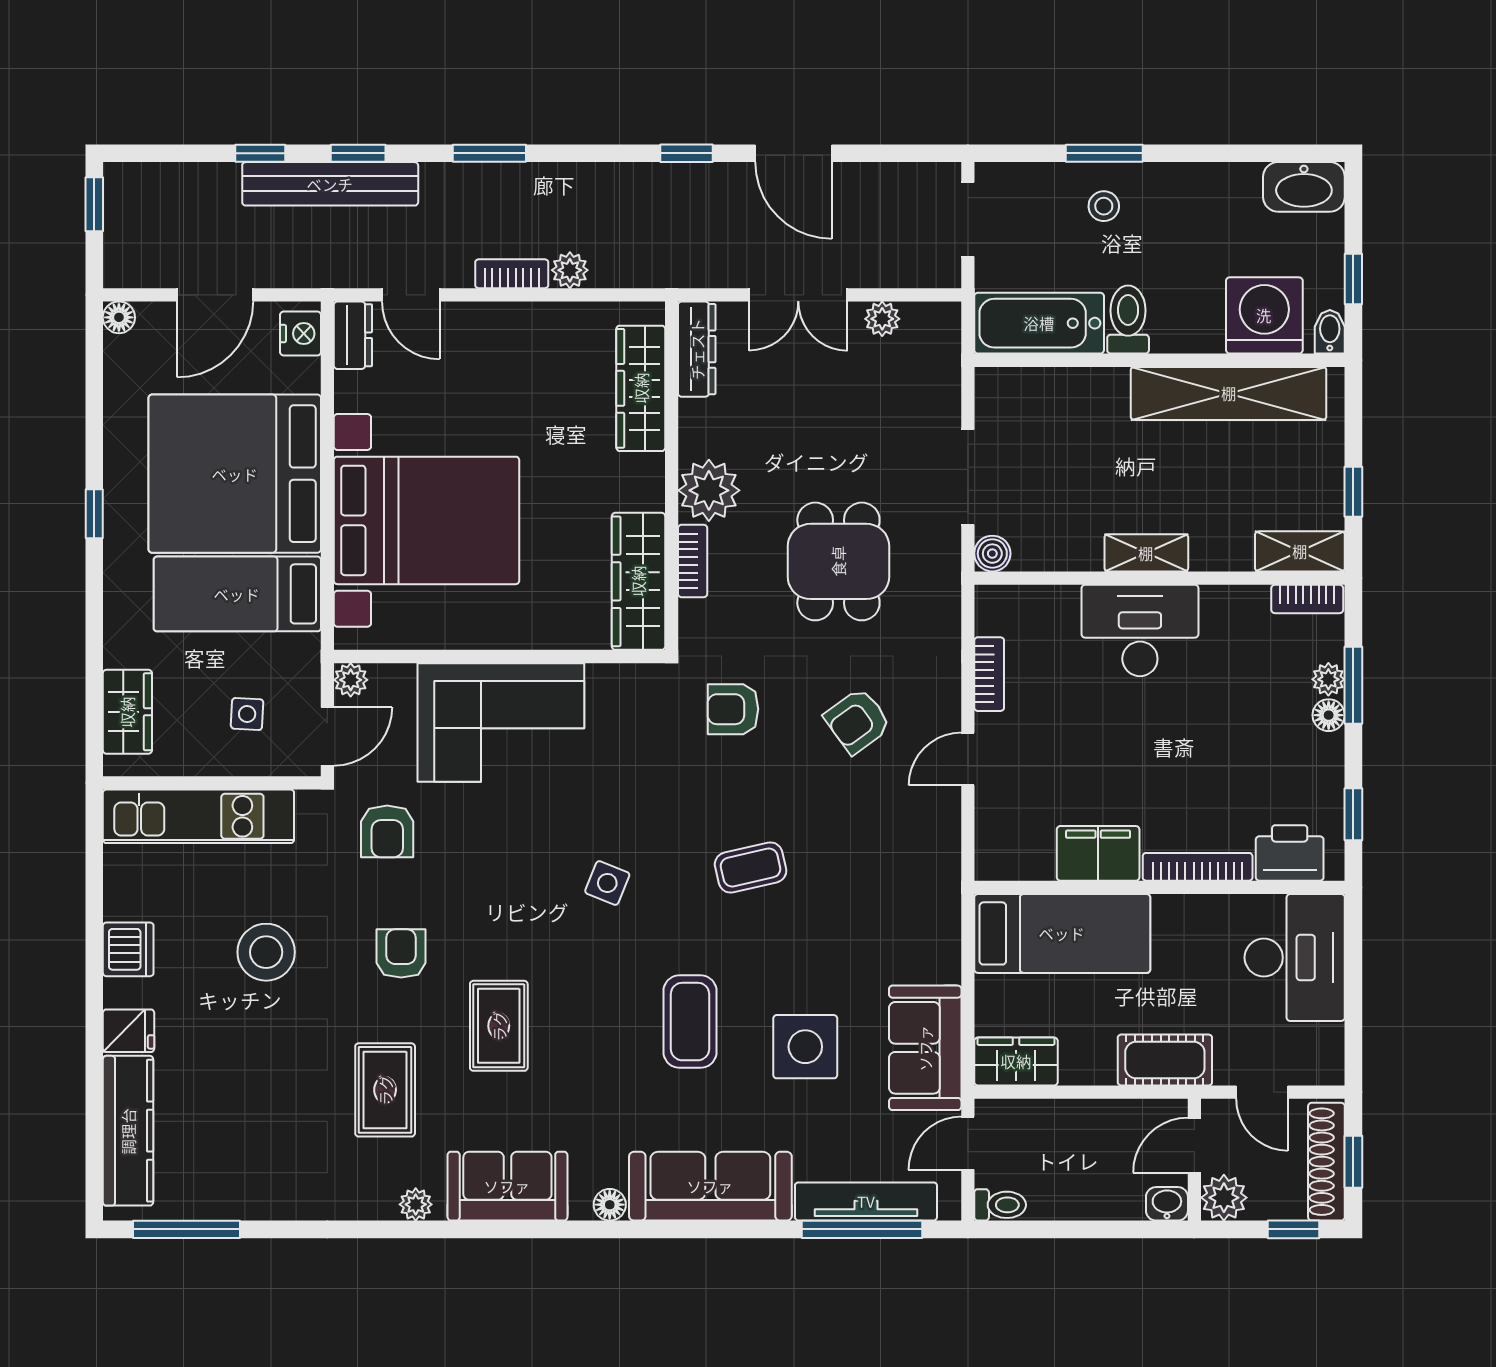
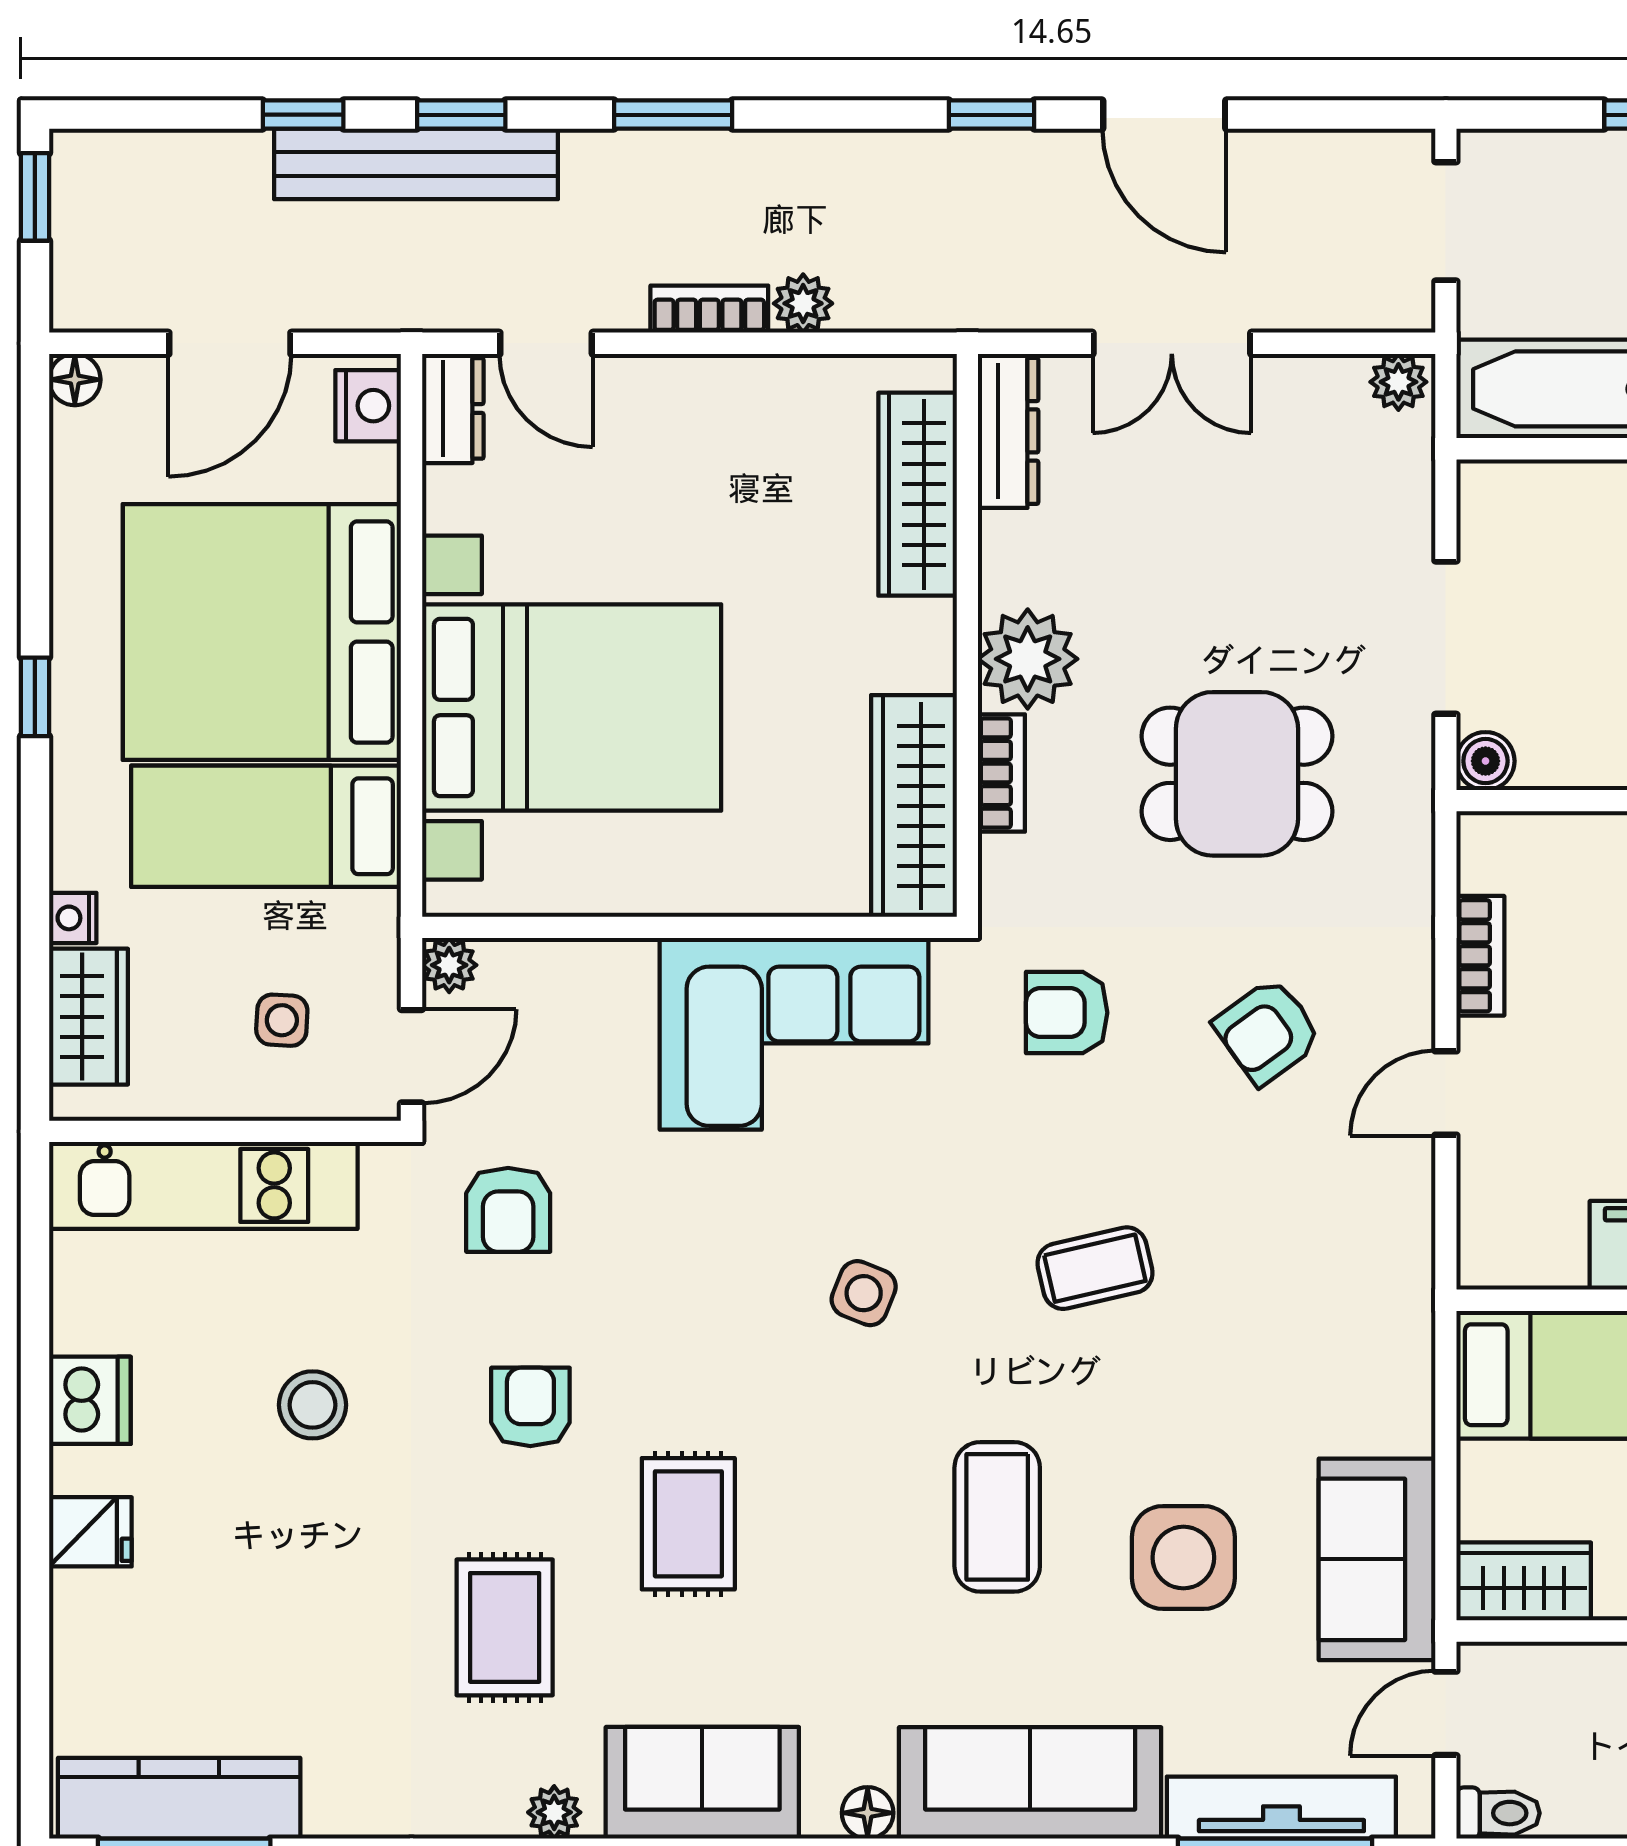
plant: (882, 319) -> (1398, 382), moved
dining table: (838, 561) -> (1237, 774), turned 90
nightstand: (118, 651) -> (73, 918), added
corner sofa: (501, 722) -> (794, 1034), moved
stool: (266, 952) -> (313, 1405), width x0.73, depth x0.73
kitchen counter: (128, 1131) -> (179, 1798), moved, turned -90

